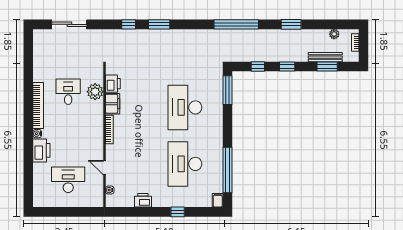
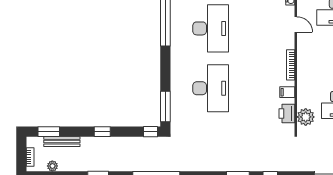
window: (258, 67) -> (150, 132), moved
window: (327, 67) -> (49, 132), moved
plant: (95, 92) -> (306, 117), moved
filing cabinet: (113, 104) -> (287, 92), width x0.50

